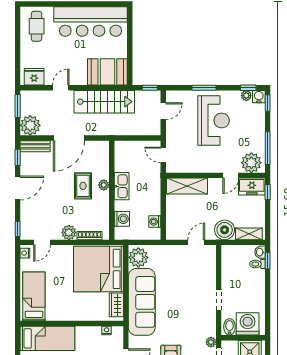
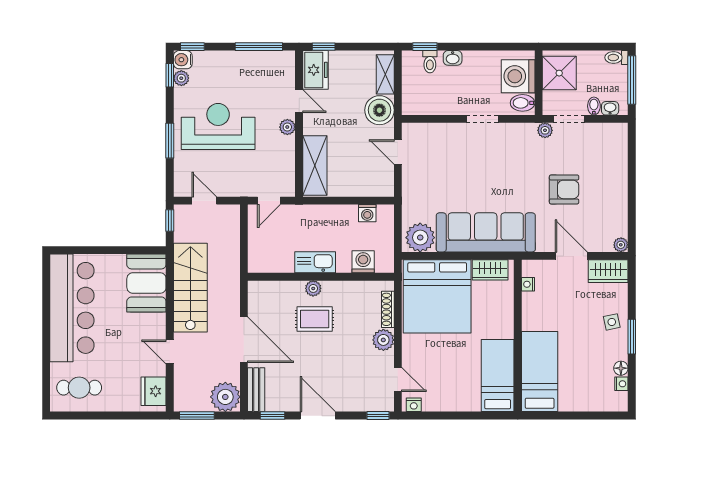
plant: (251, 163) -> (287, 127), moved, width x0.53, depth x0.53
washbasin: (260, 252) -> (453, 58), moved
bed: (34, 296) -> (498, 376), moved, turned 90

